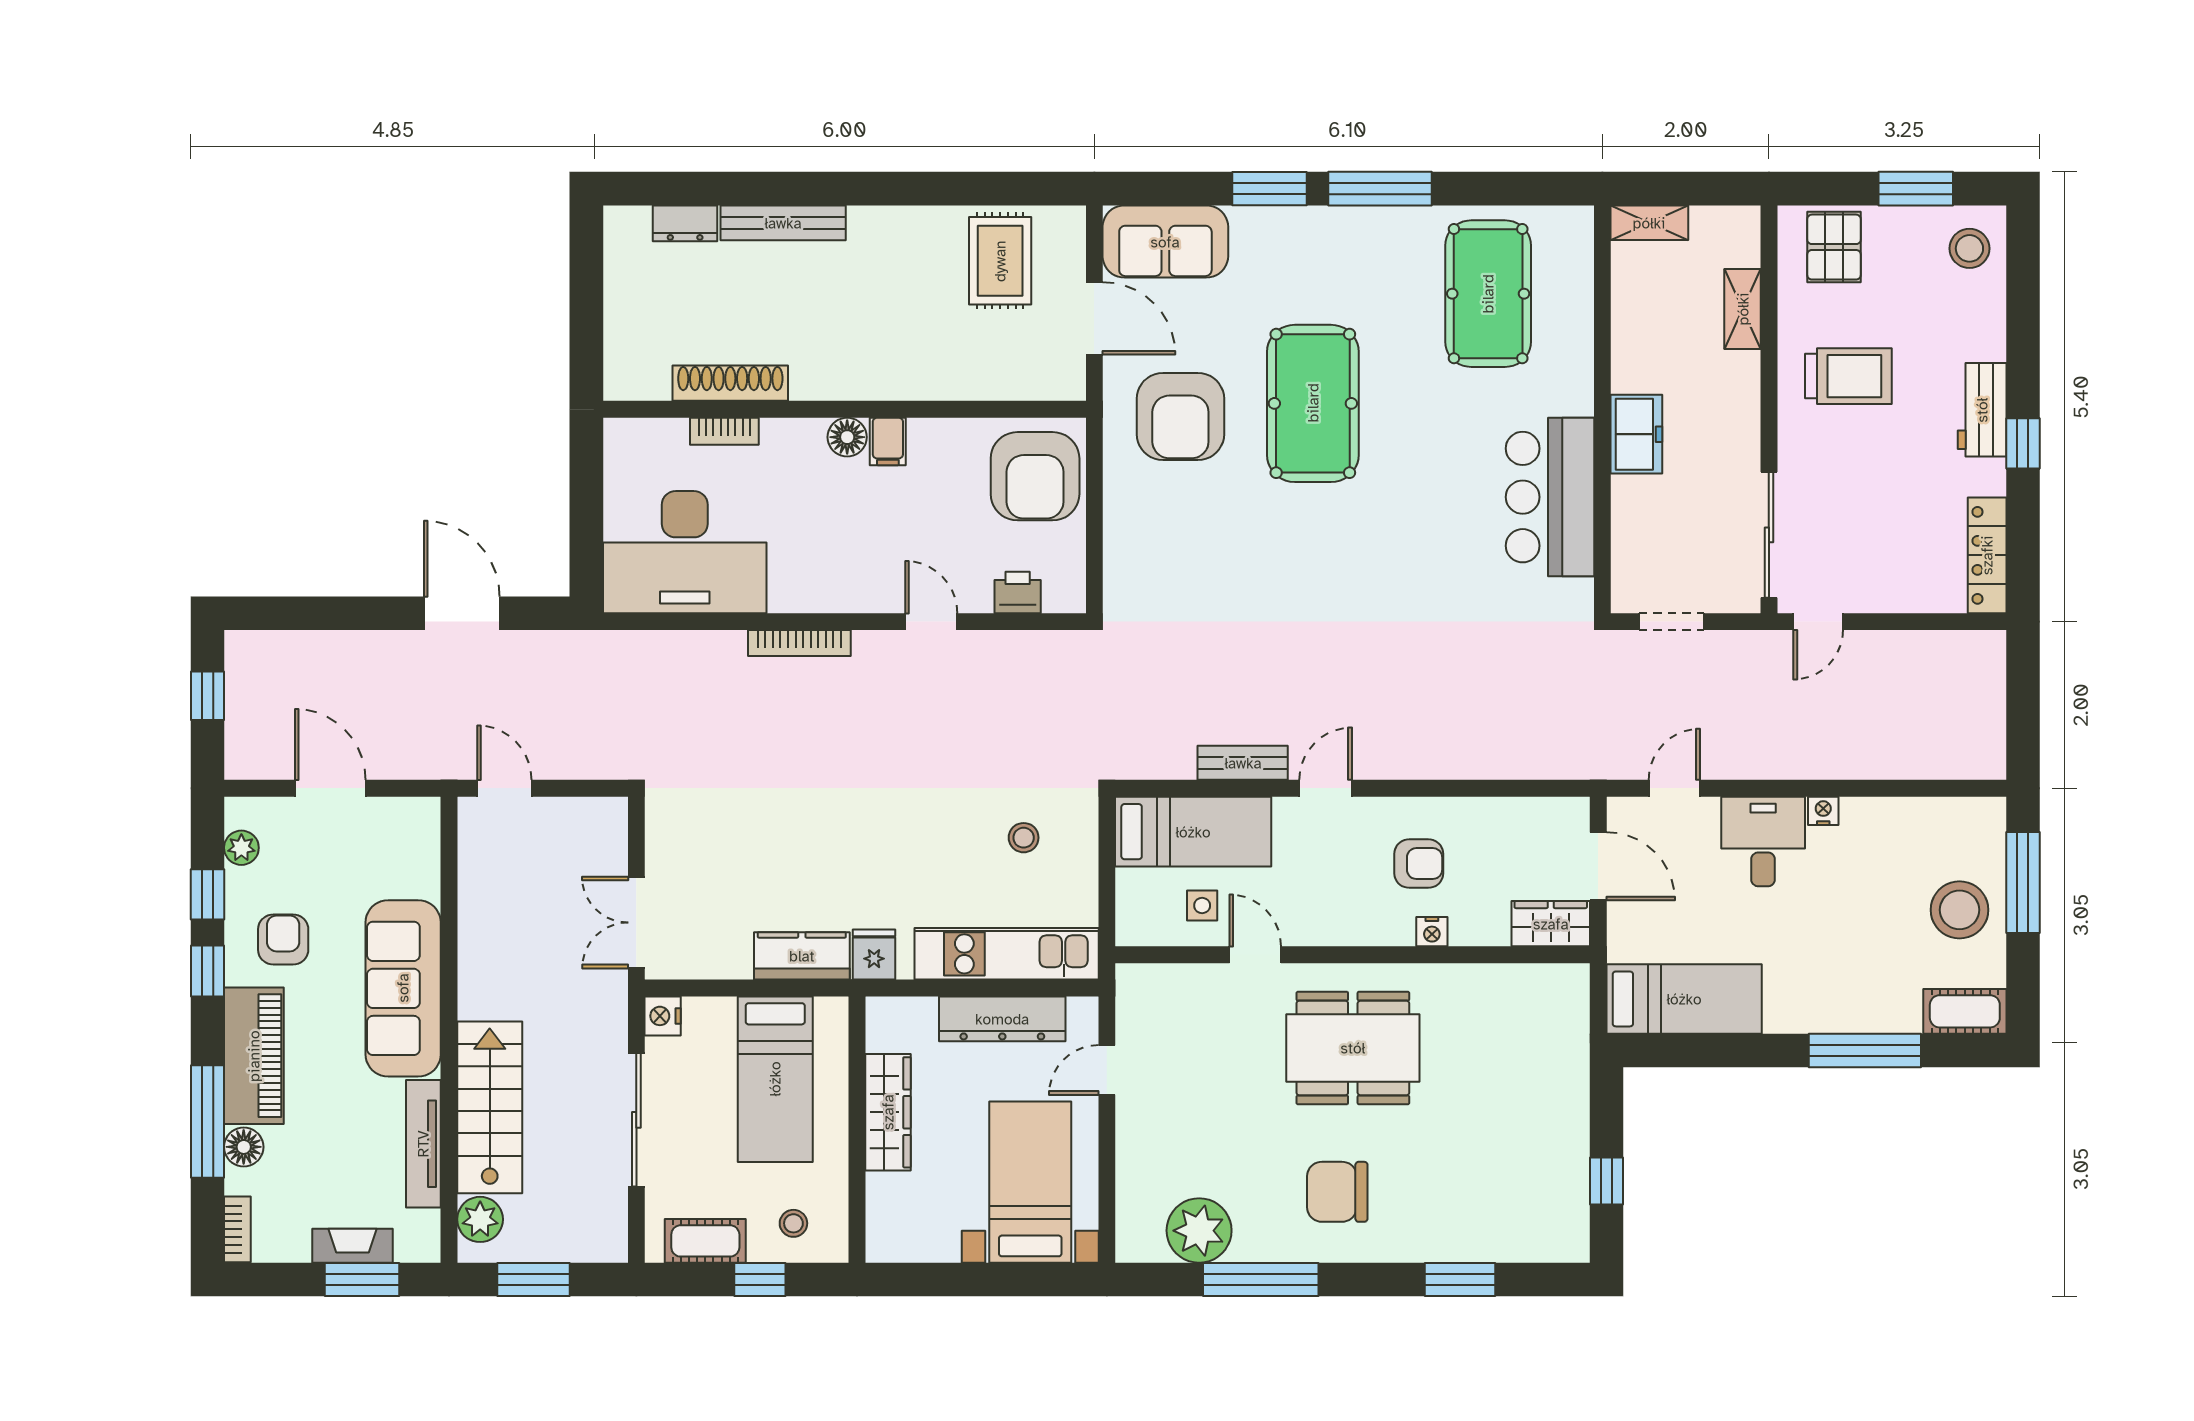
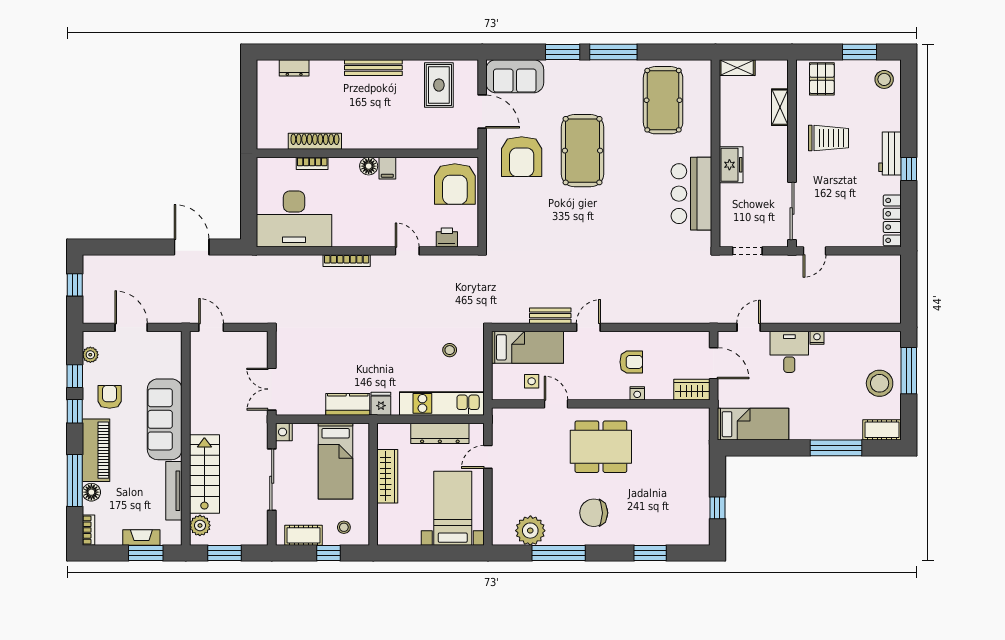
bench: (783, 223) -> (373, 68), moved

